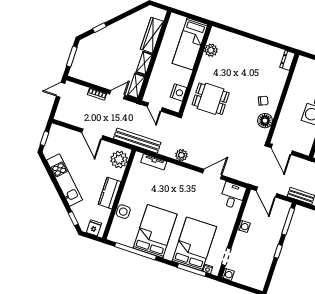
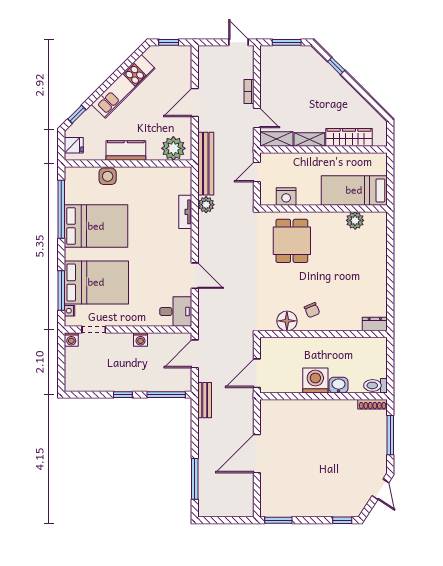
door: (282, 149) -> (257, 373), moved
plant: (181, 155) -> (206, 205), moved
tv unit: (154, 162) -> (185, 212), moved

